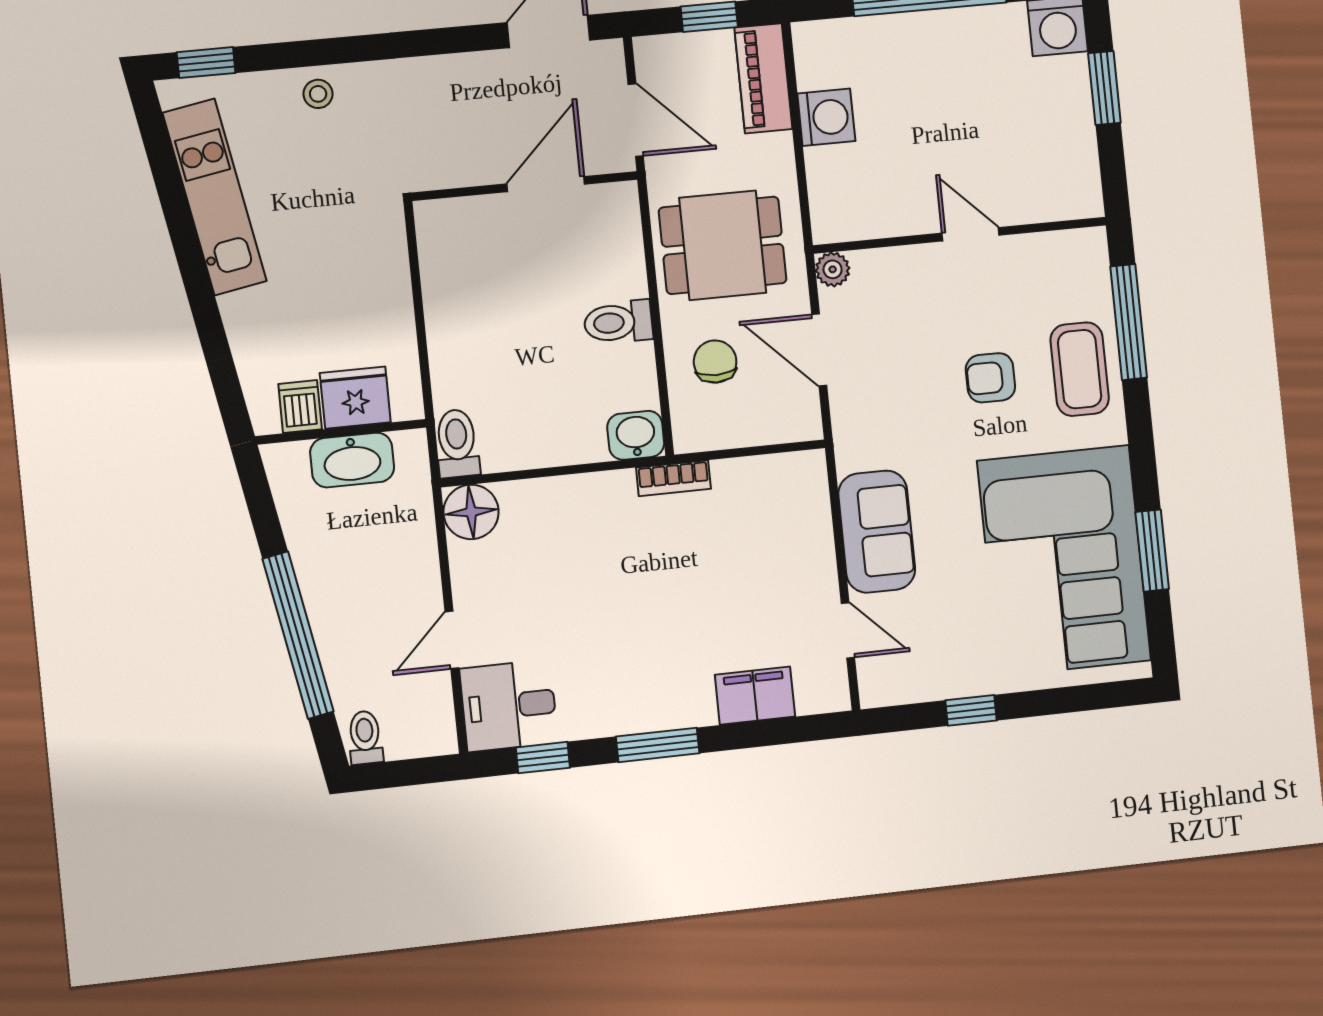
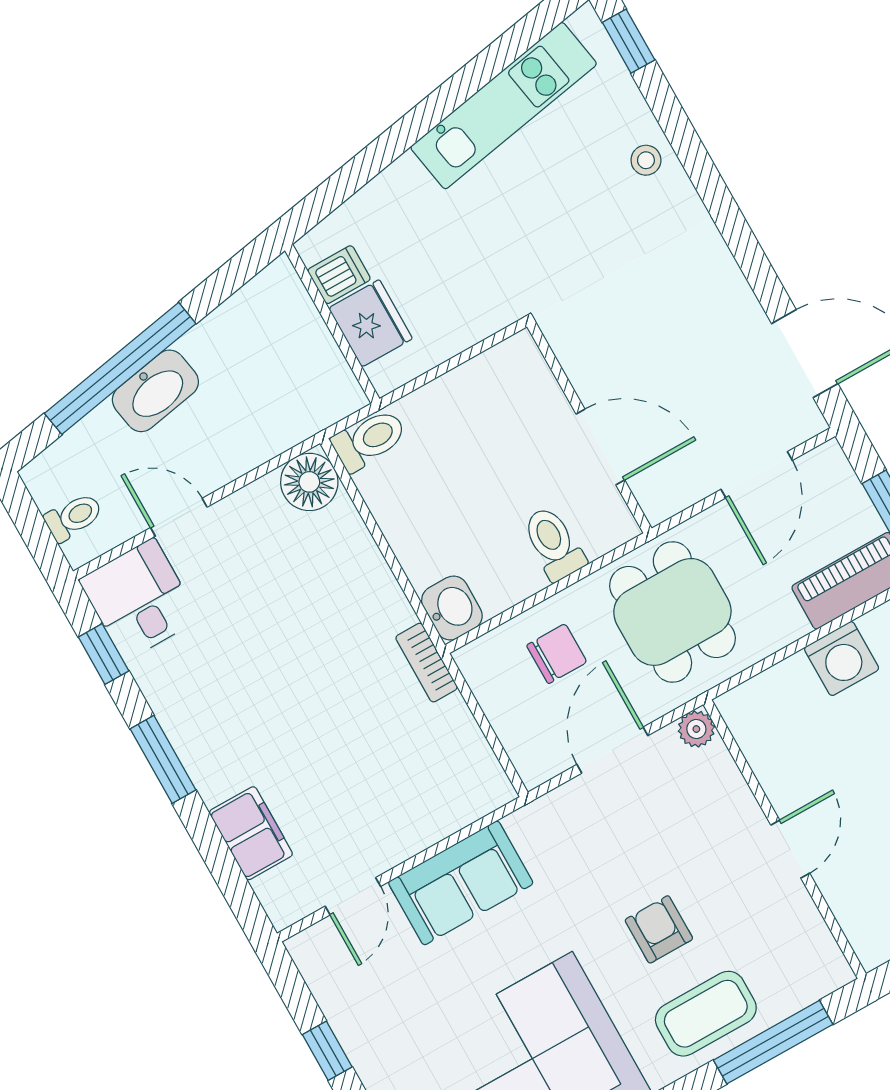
door: (546, 184) -> (600, 447), moved
wall: (525, 186) -> (589, 427), moved
washbasin: (352, 460) -> (155, 391), moved, turned -100
toilet: (365, 738) -> (74, 517), moved

